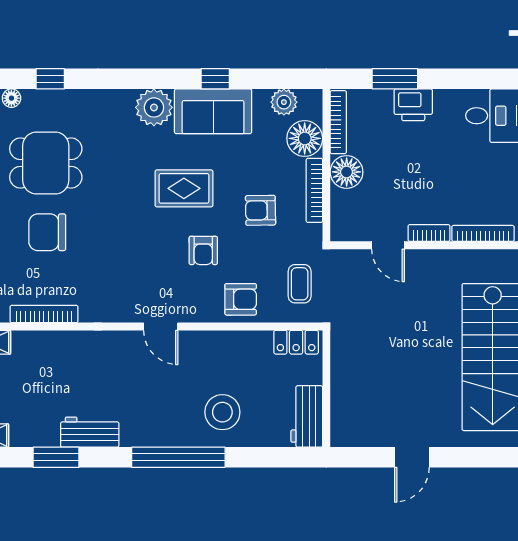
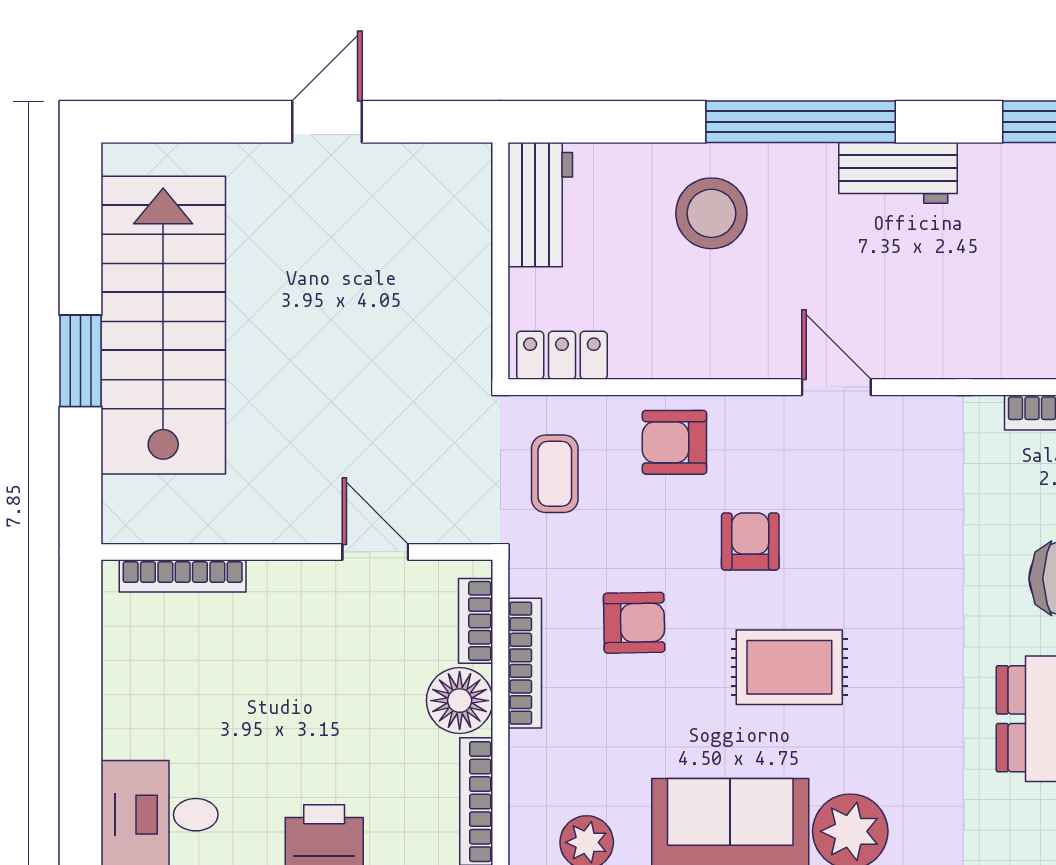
floor lamp: (305, 138) -> (544, 768), removed
bookcase: (429, 233) -> (476, 621), moved, turned 90
workbench: (90, 432) -> (898, 173), moved

